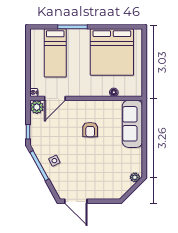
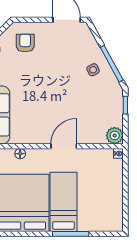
bed: (55, 53) -> (64, 202), moved
door: (55, 98) -> (64, 146), moved
armchair: (90, 130) -> (25, 43), moved

